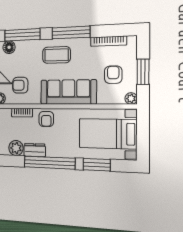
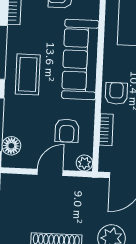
armchair: (46, 119) -> (116, 93), turned -90

